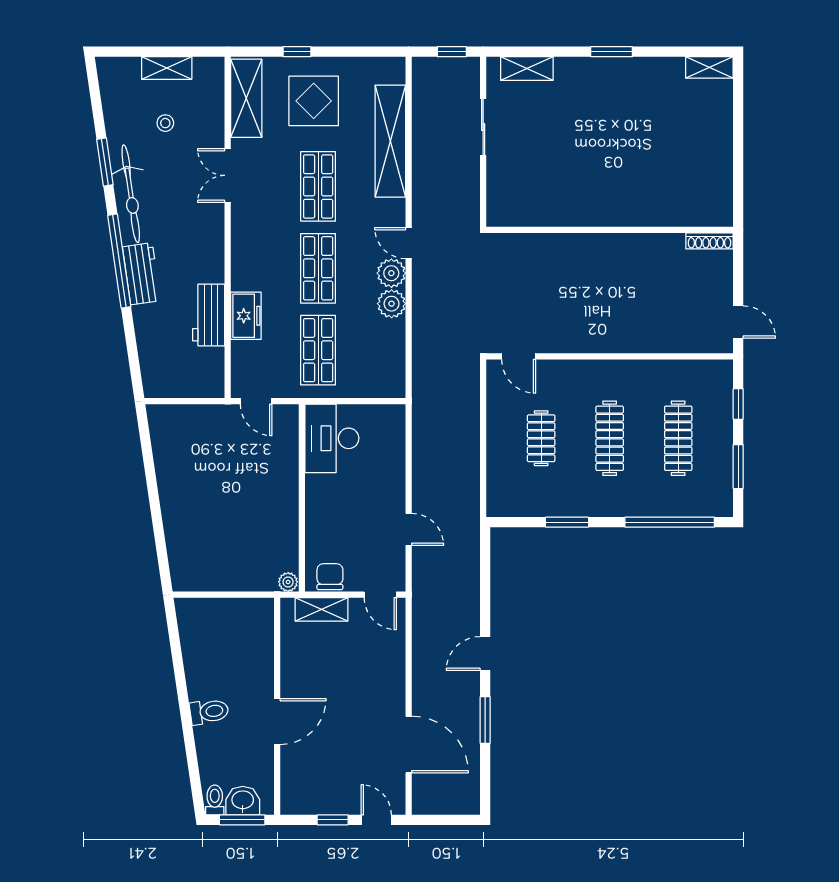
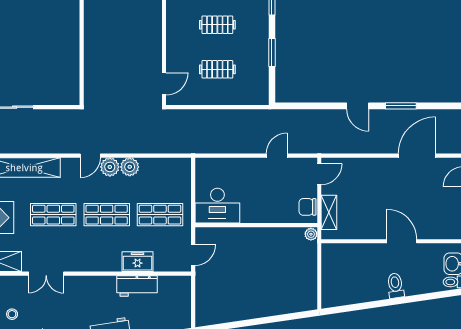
clothes rail: (610, 438) -> (217, 25), width x0.73

